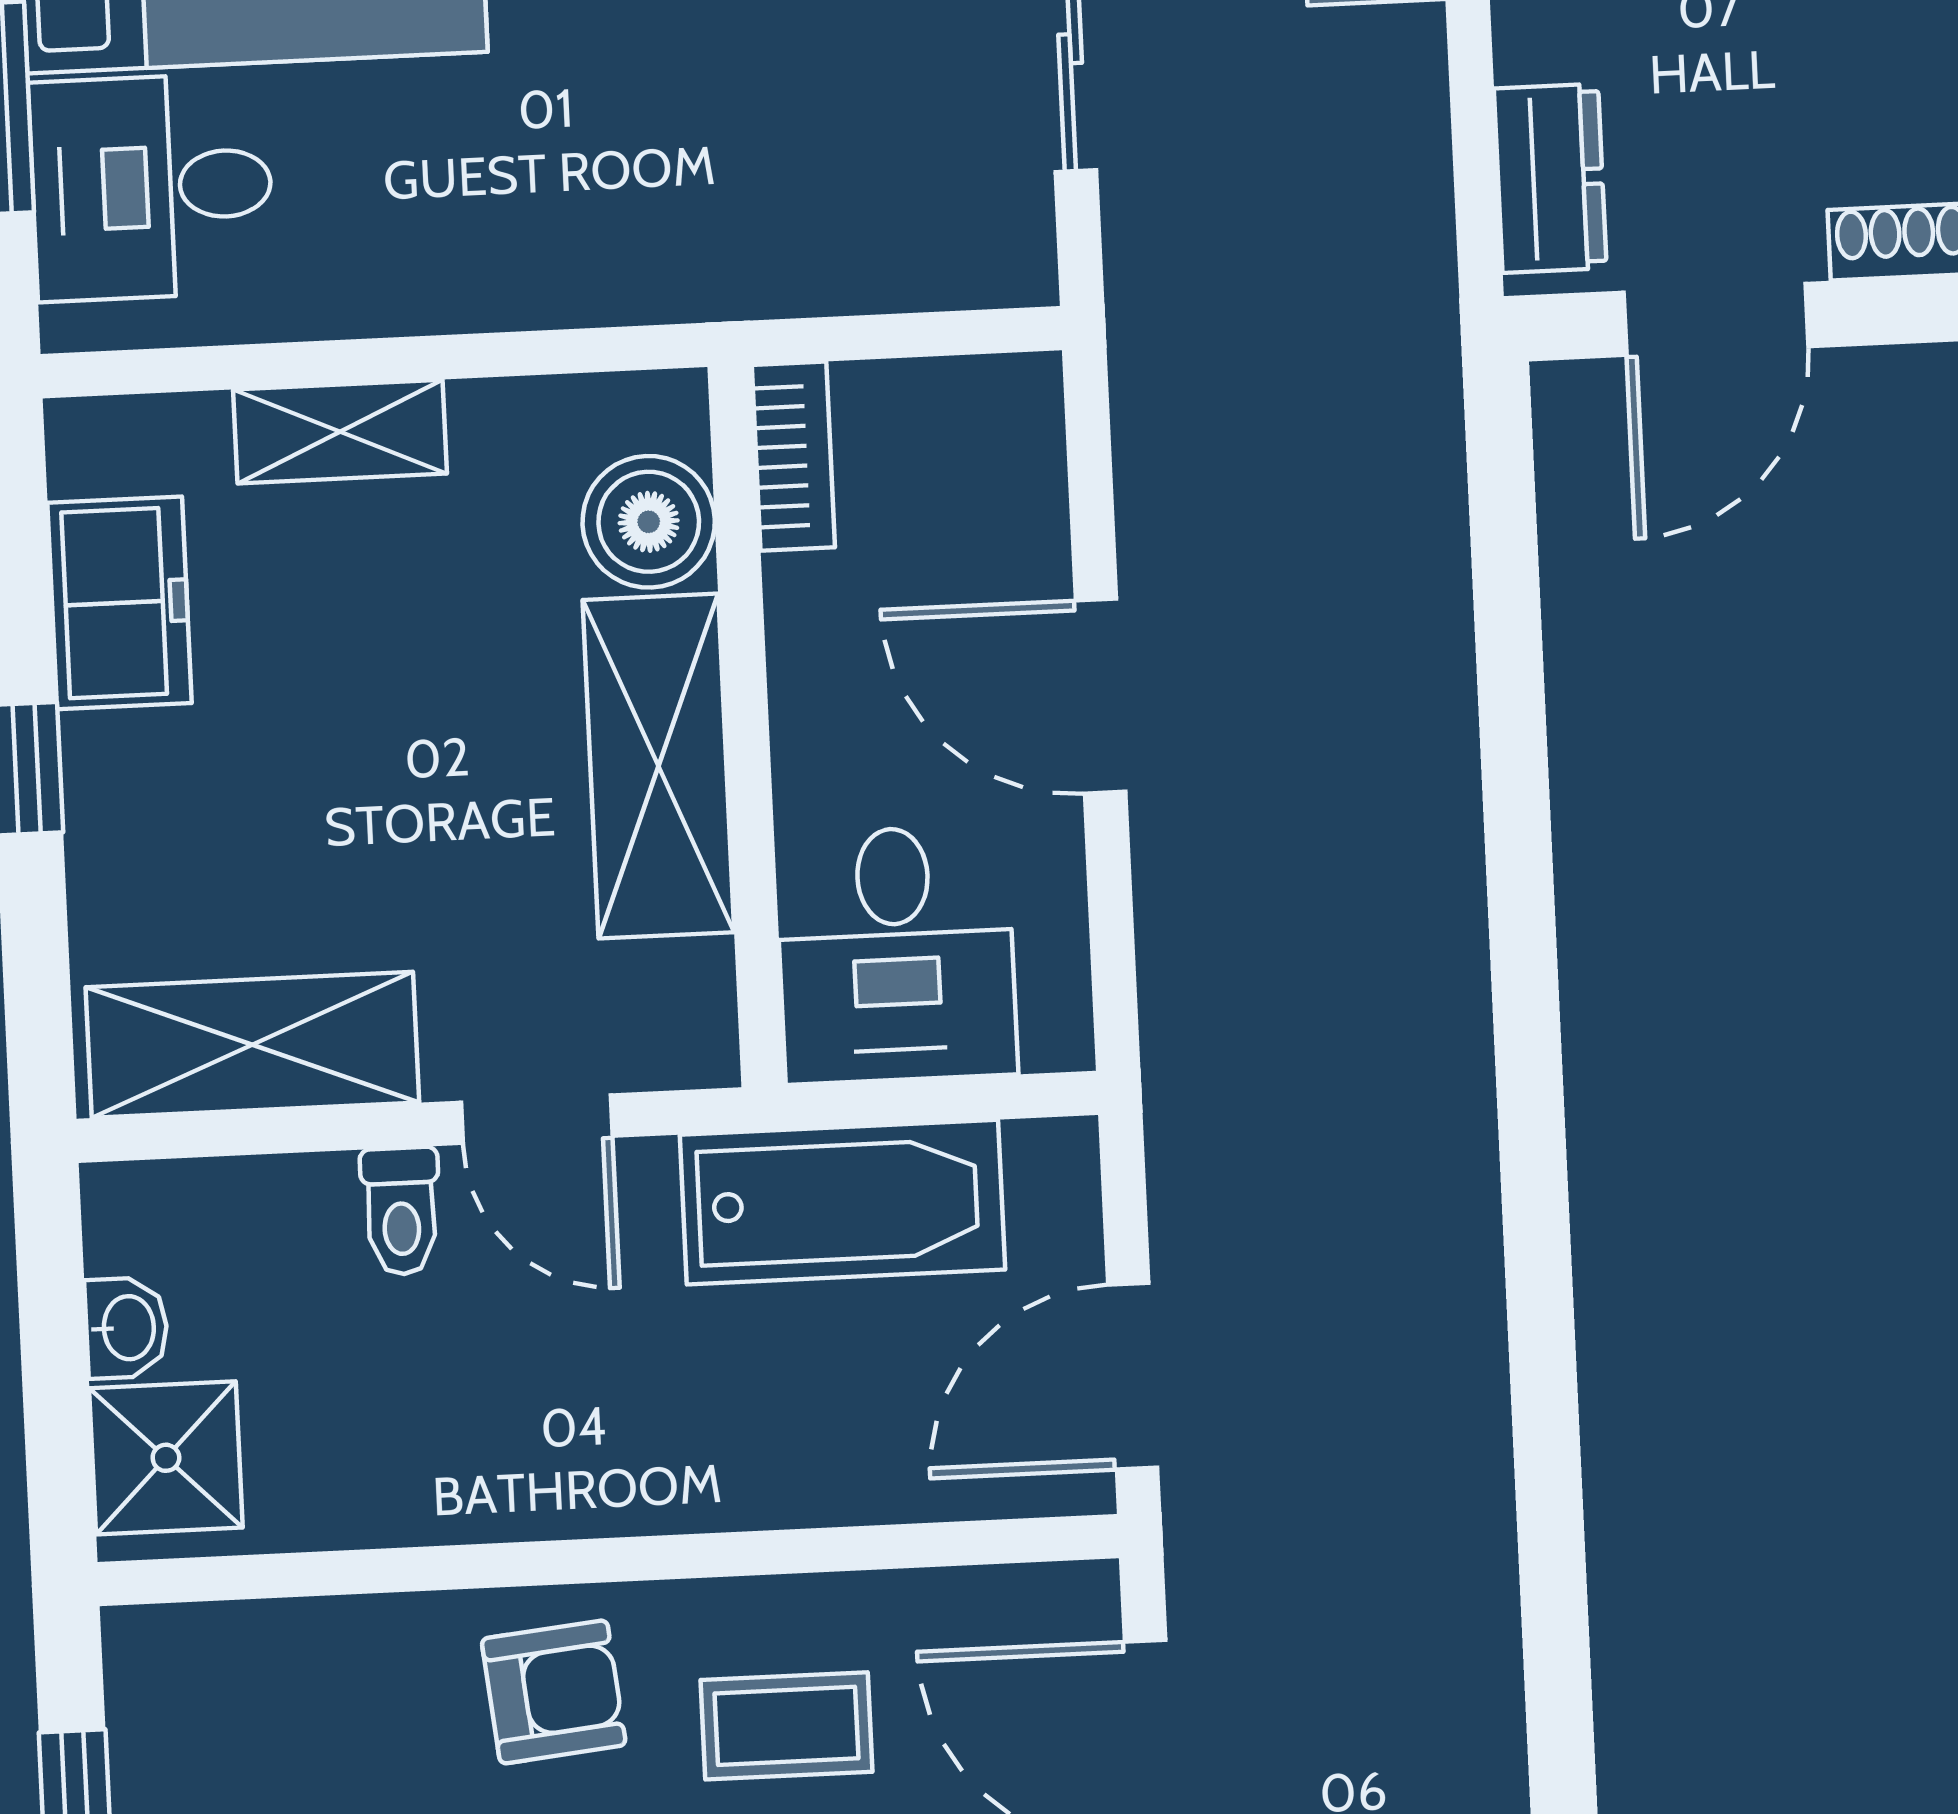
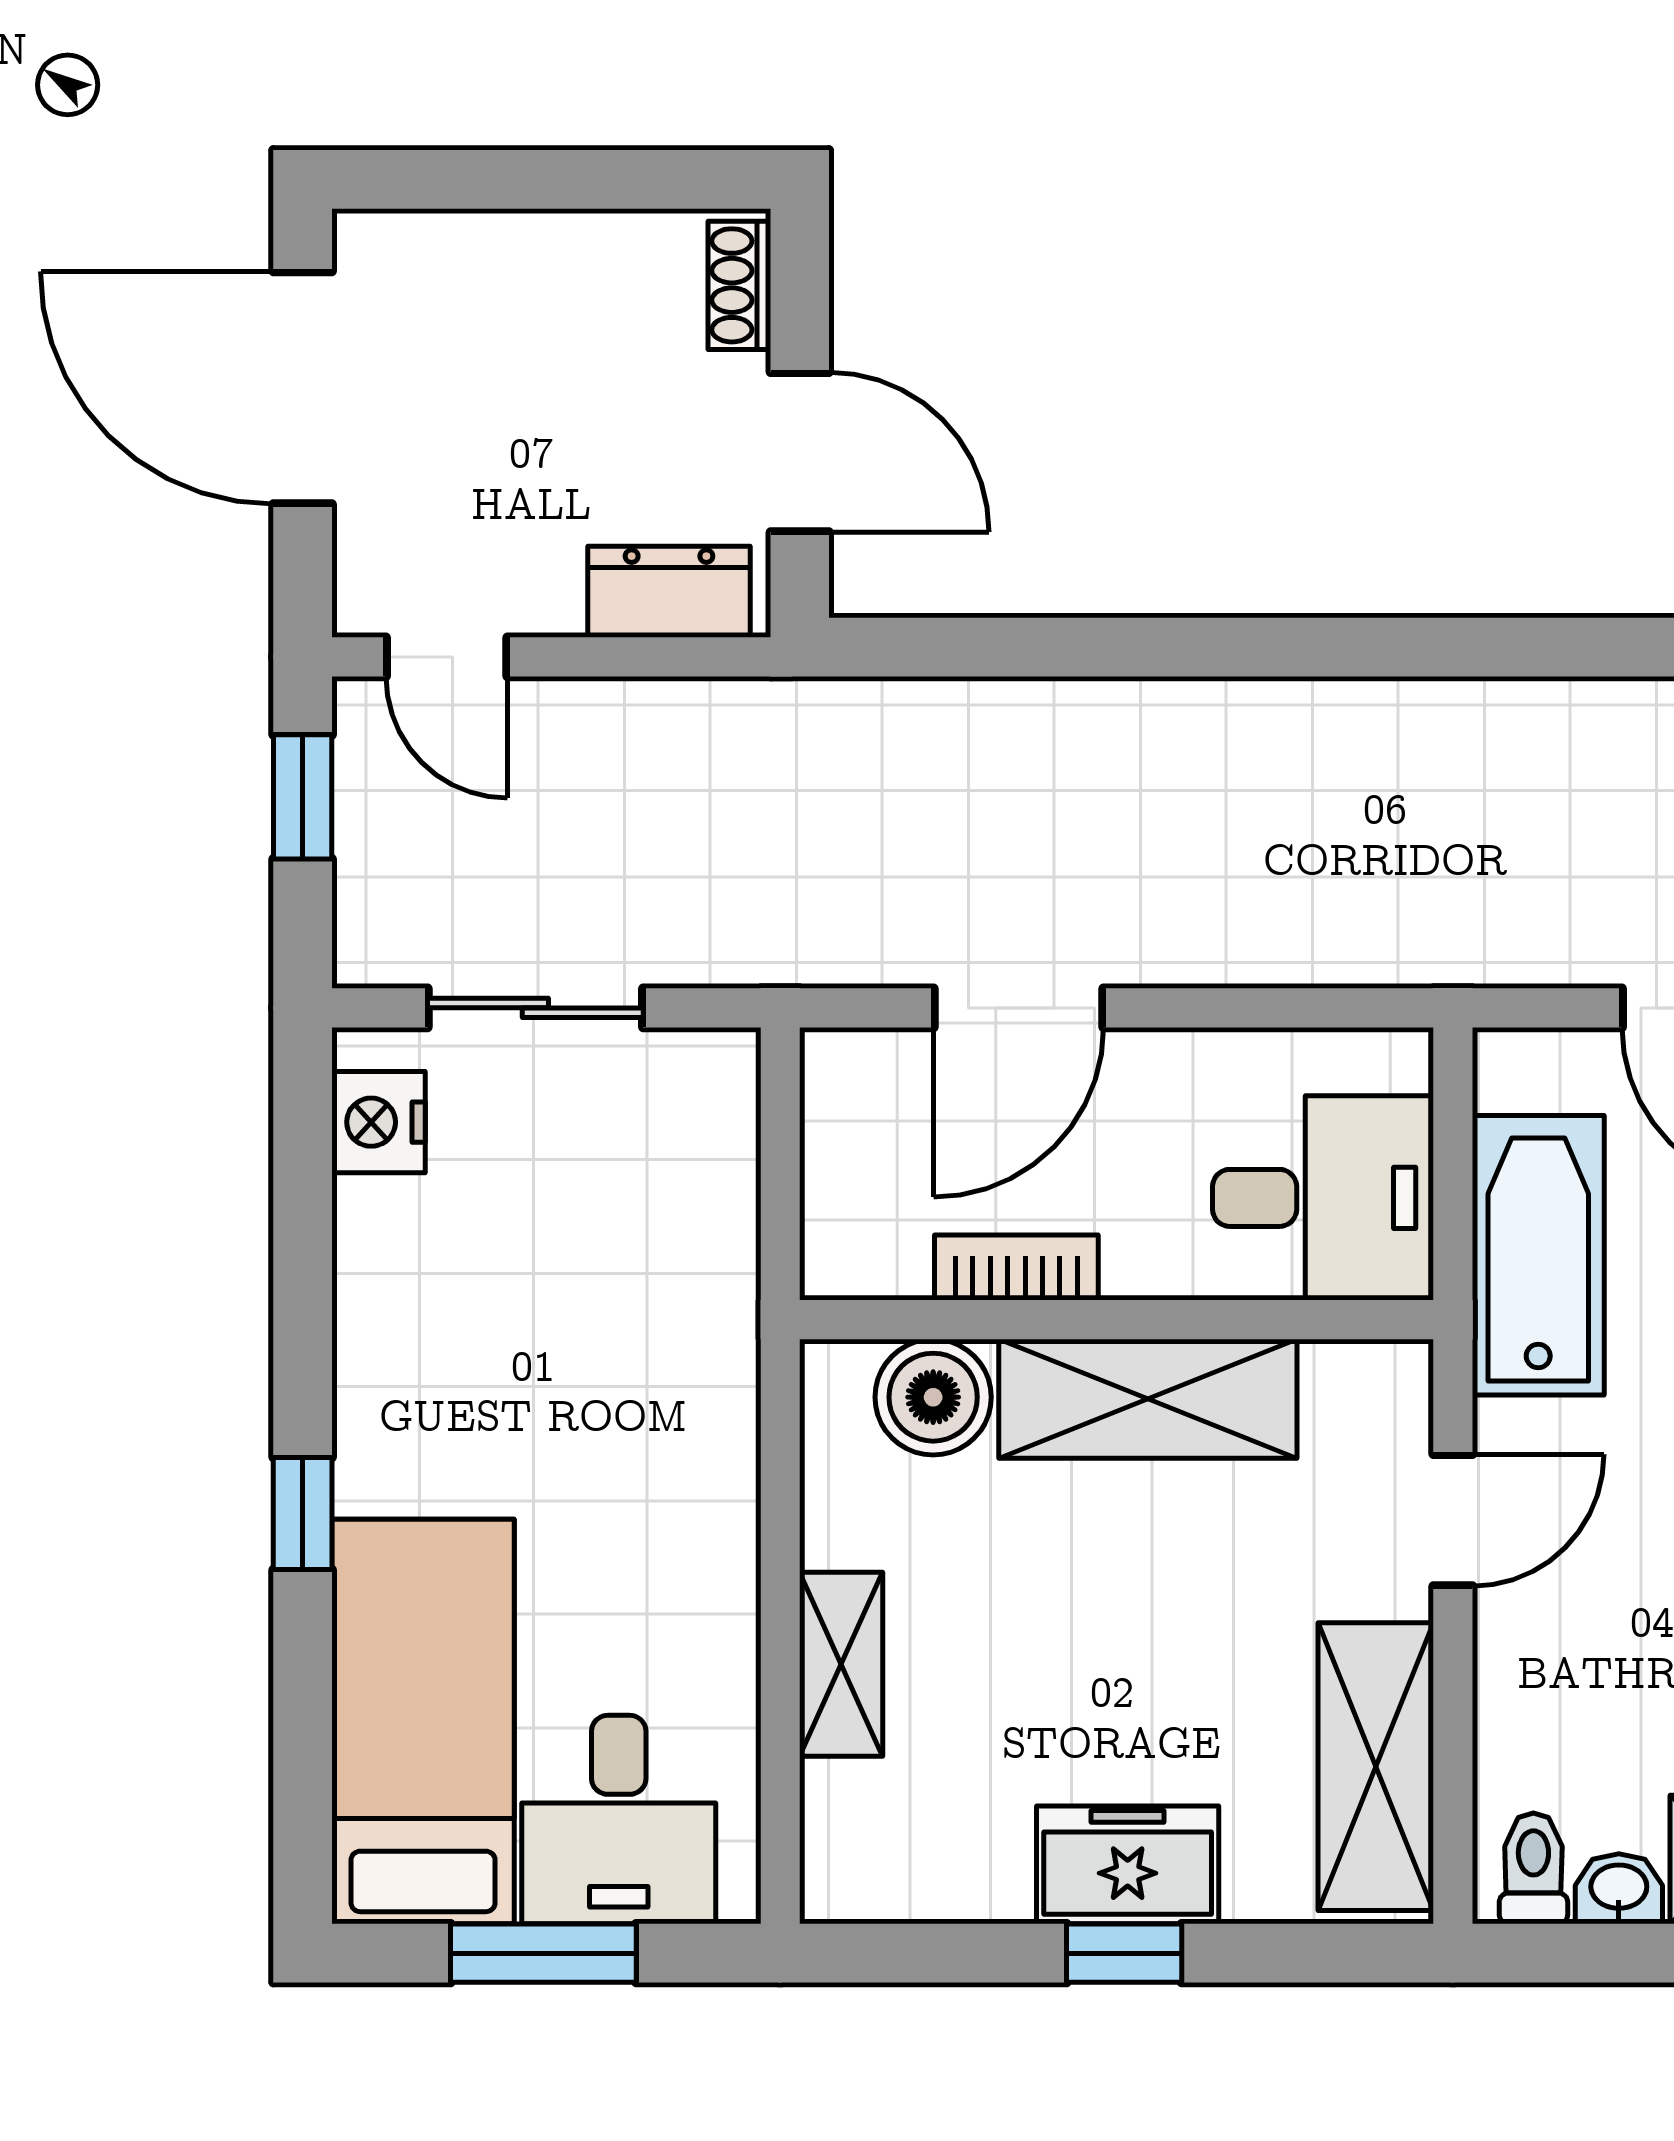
bookcase: (793, 456) -> (1016, 1267), moved
freezer: (120, 603) -> (1128, 1865), moved
door: (1101, 696) -> (1019, 1008), moved
toilet: (401, 1211) -> (1533, 1868), moved, turned -90

